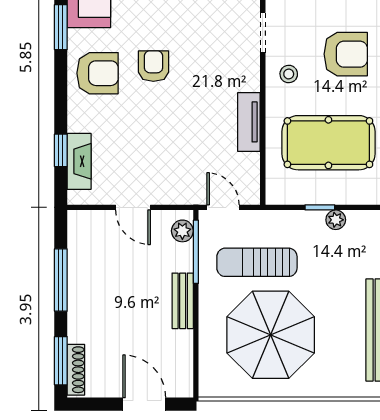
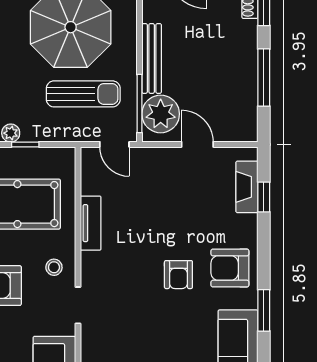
plant: (182, 231) -> (161, 114), width x1.88, depth x1.88
bench: (183, 301) -> (152, 58), width x1.36

